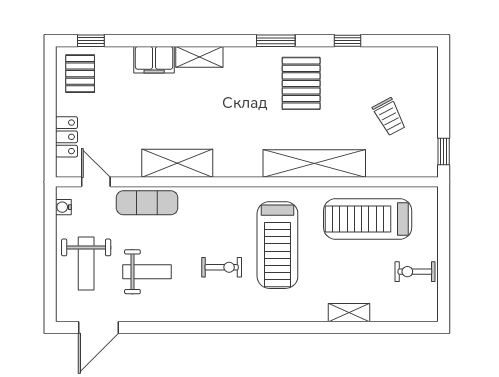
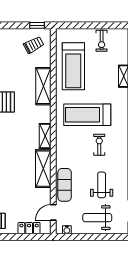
trolley: (389, 117) -> (34, 45), moved
shelving: (314, 163) -> (43, 86), width x0.68
shelving: (238, 167) -> (45, 136), added
treadmill: (277, 245) -> (87, 115), turned 180
weight bench: (86, 263) -> (97, 218), turned 180

